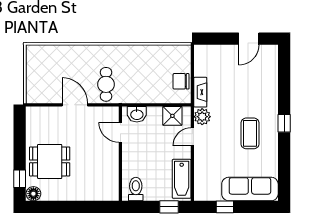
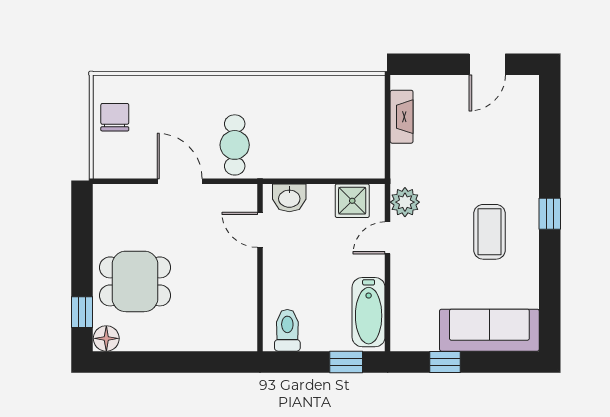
chair: (181, 81) -> (115, 117), moved, turned 90
fireplace: (200, 92) -> (402, 117), moved

